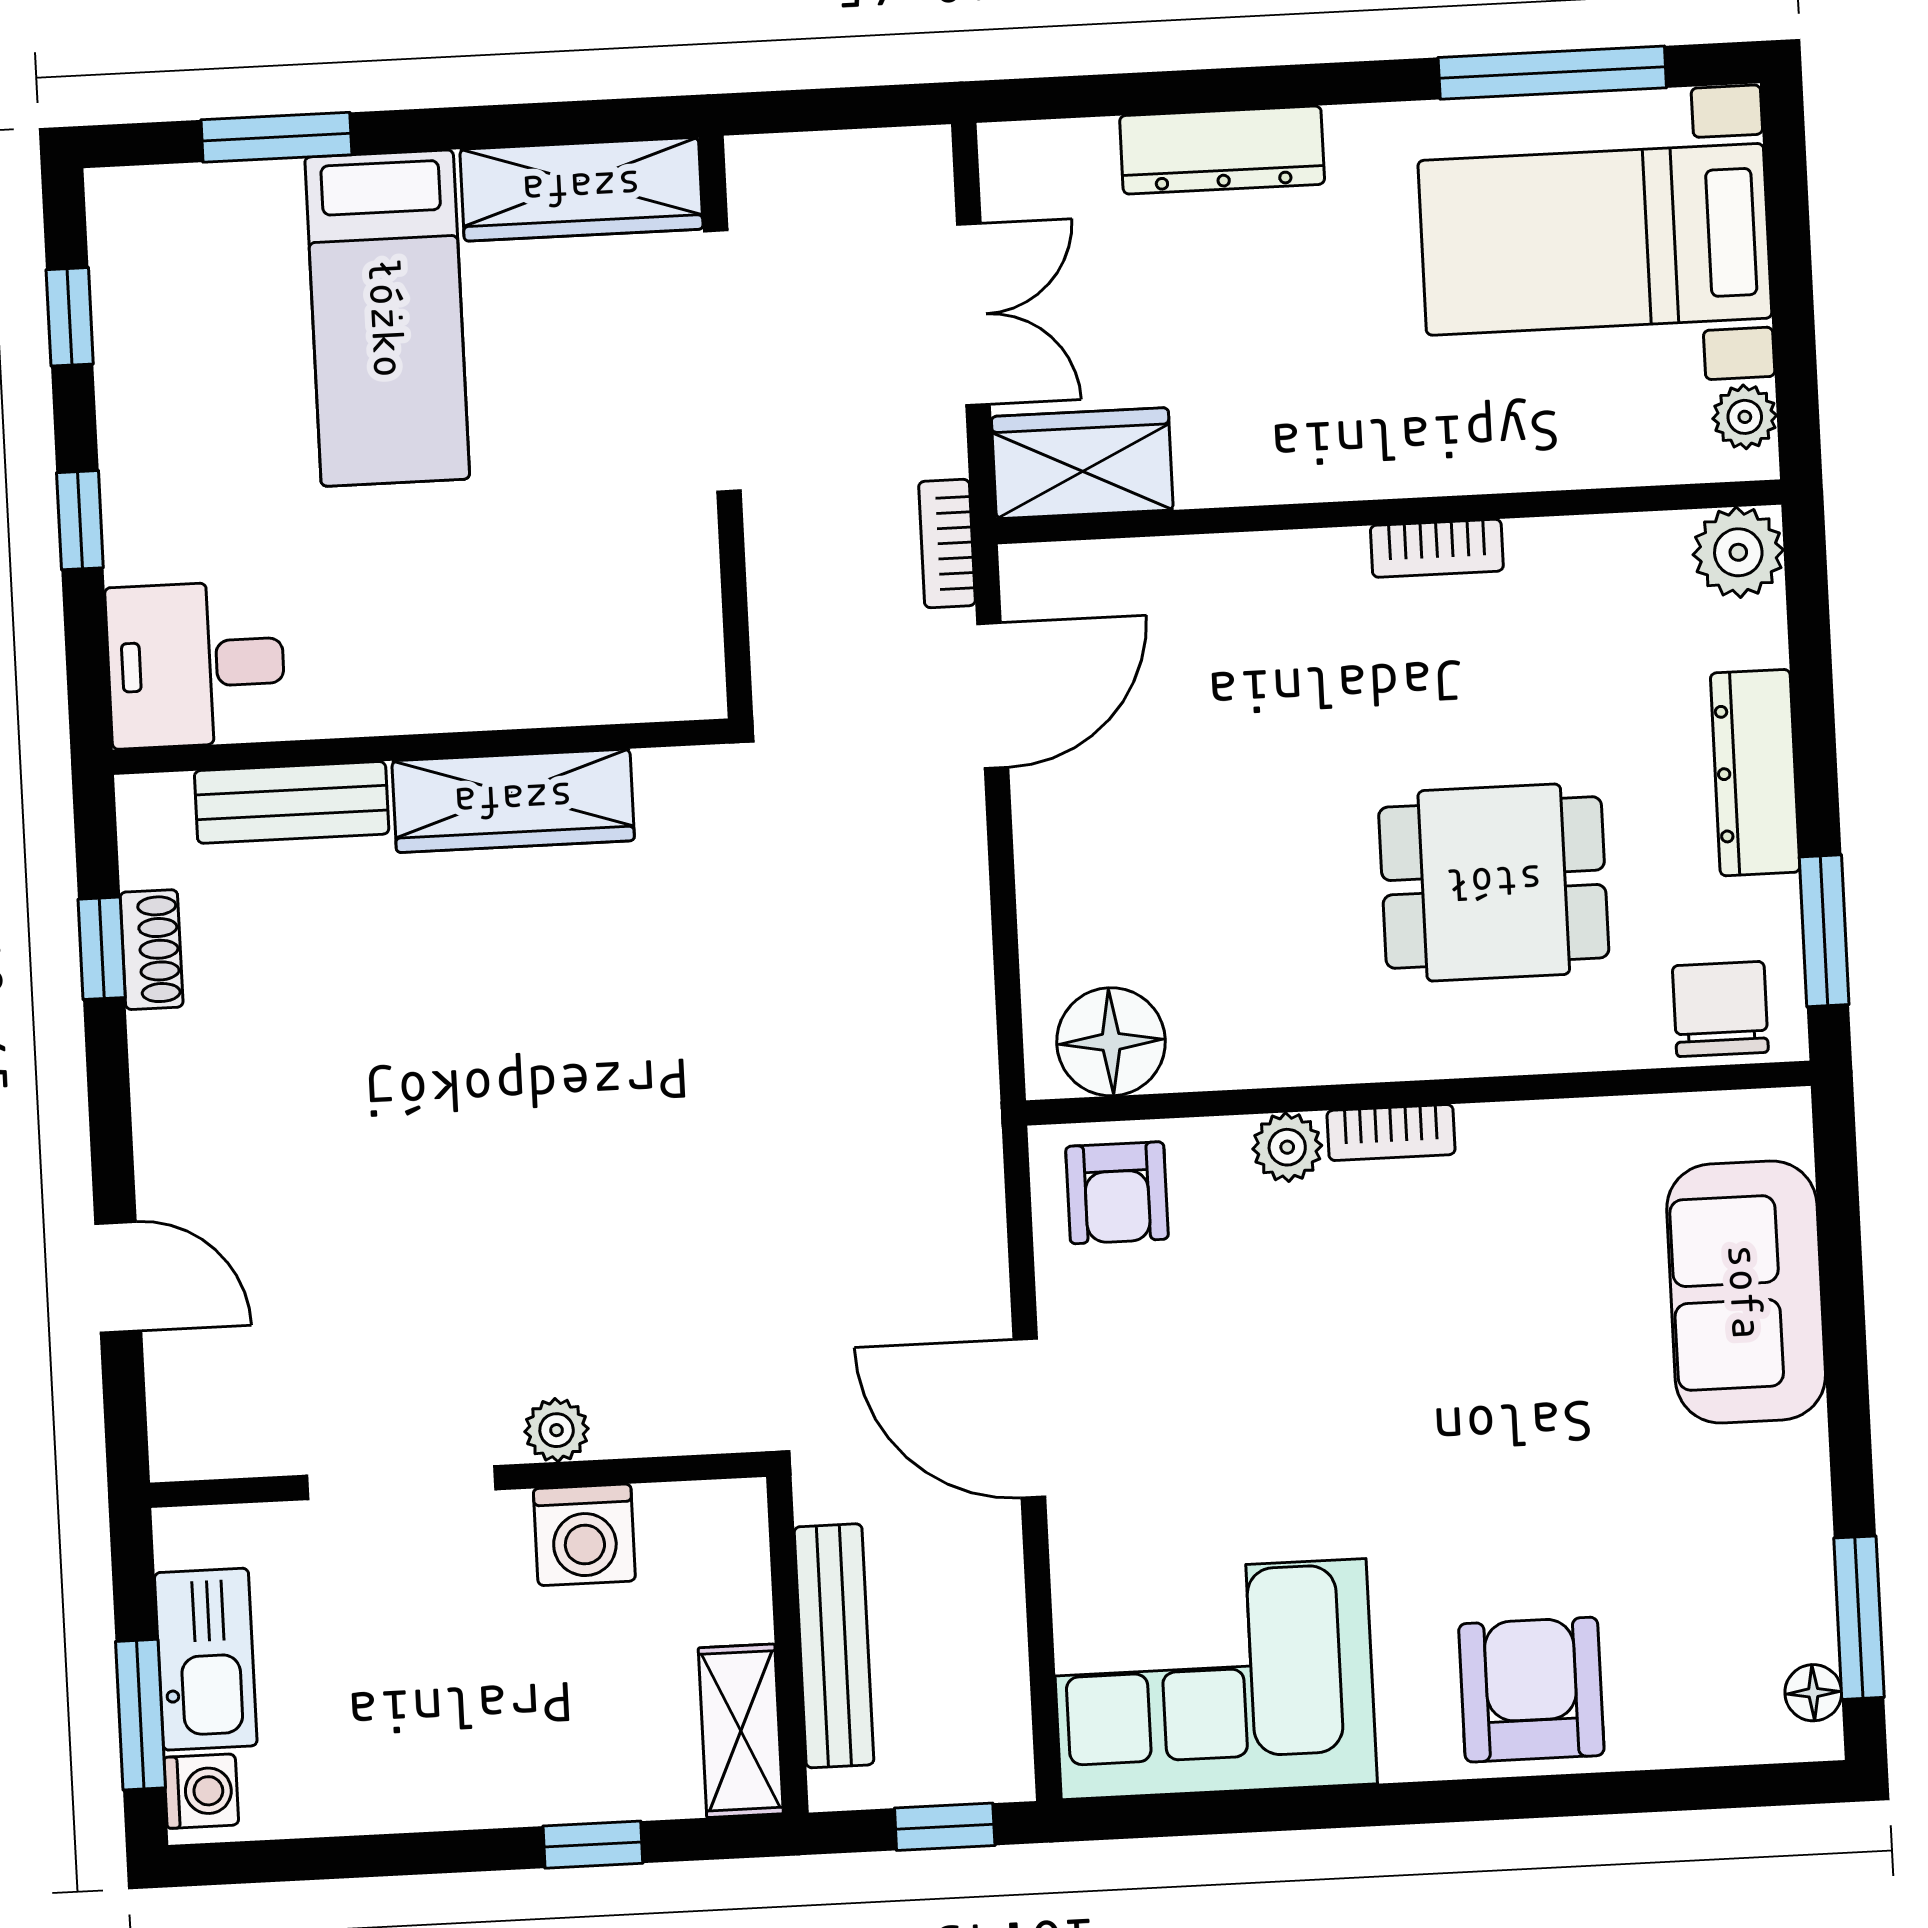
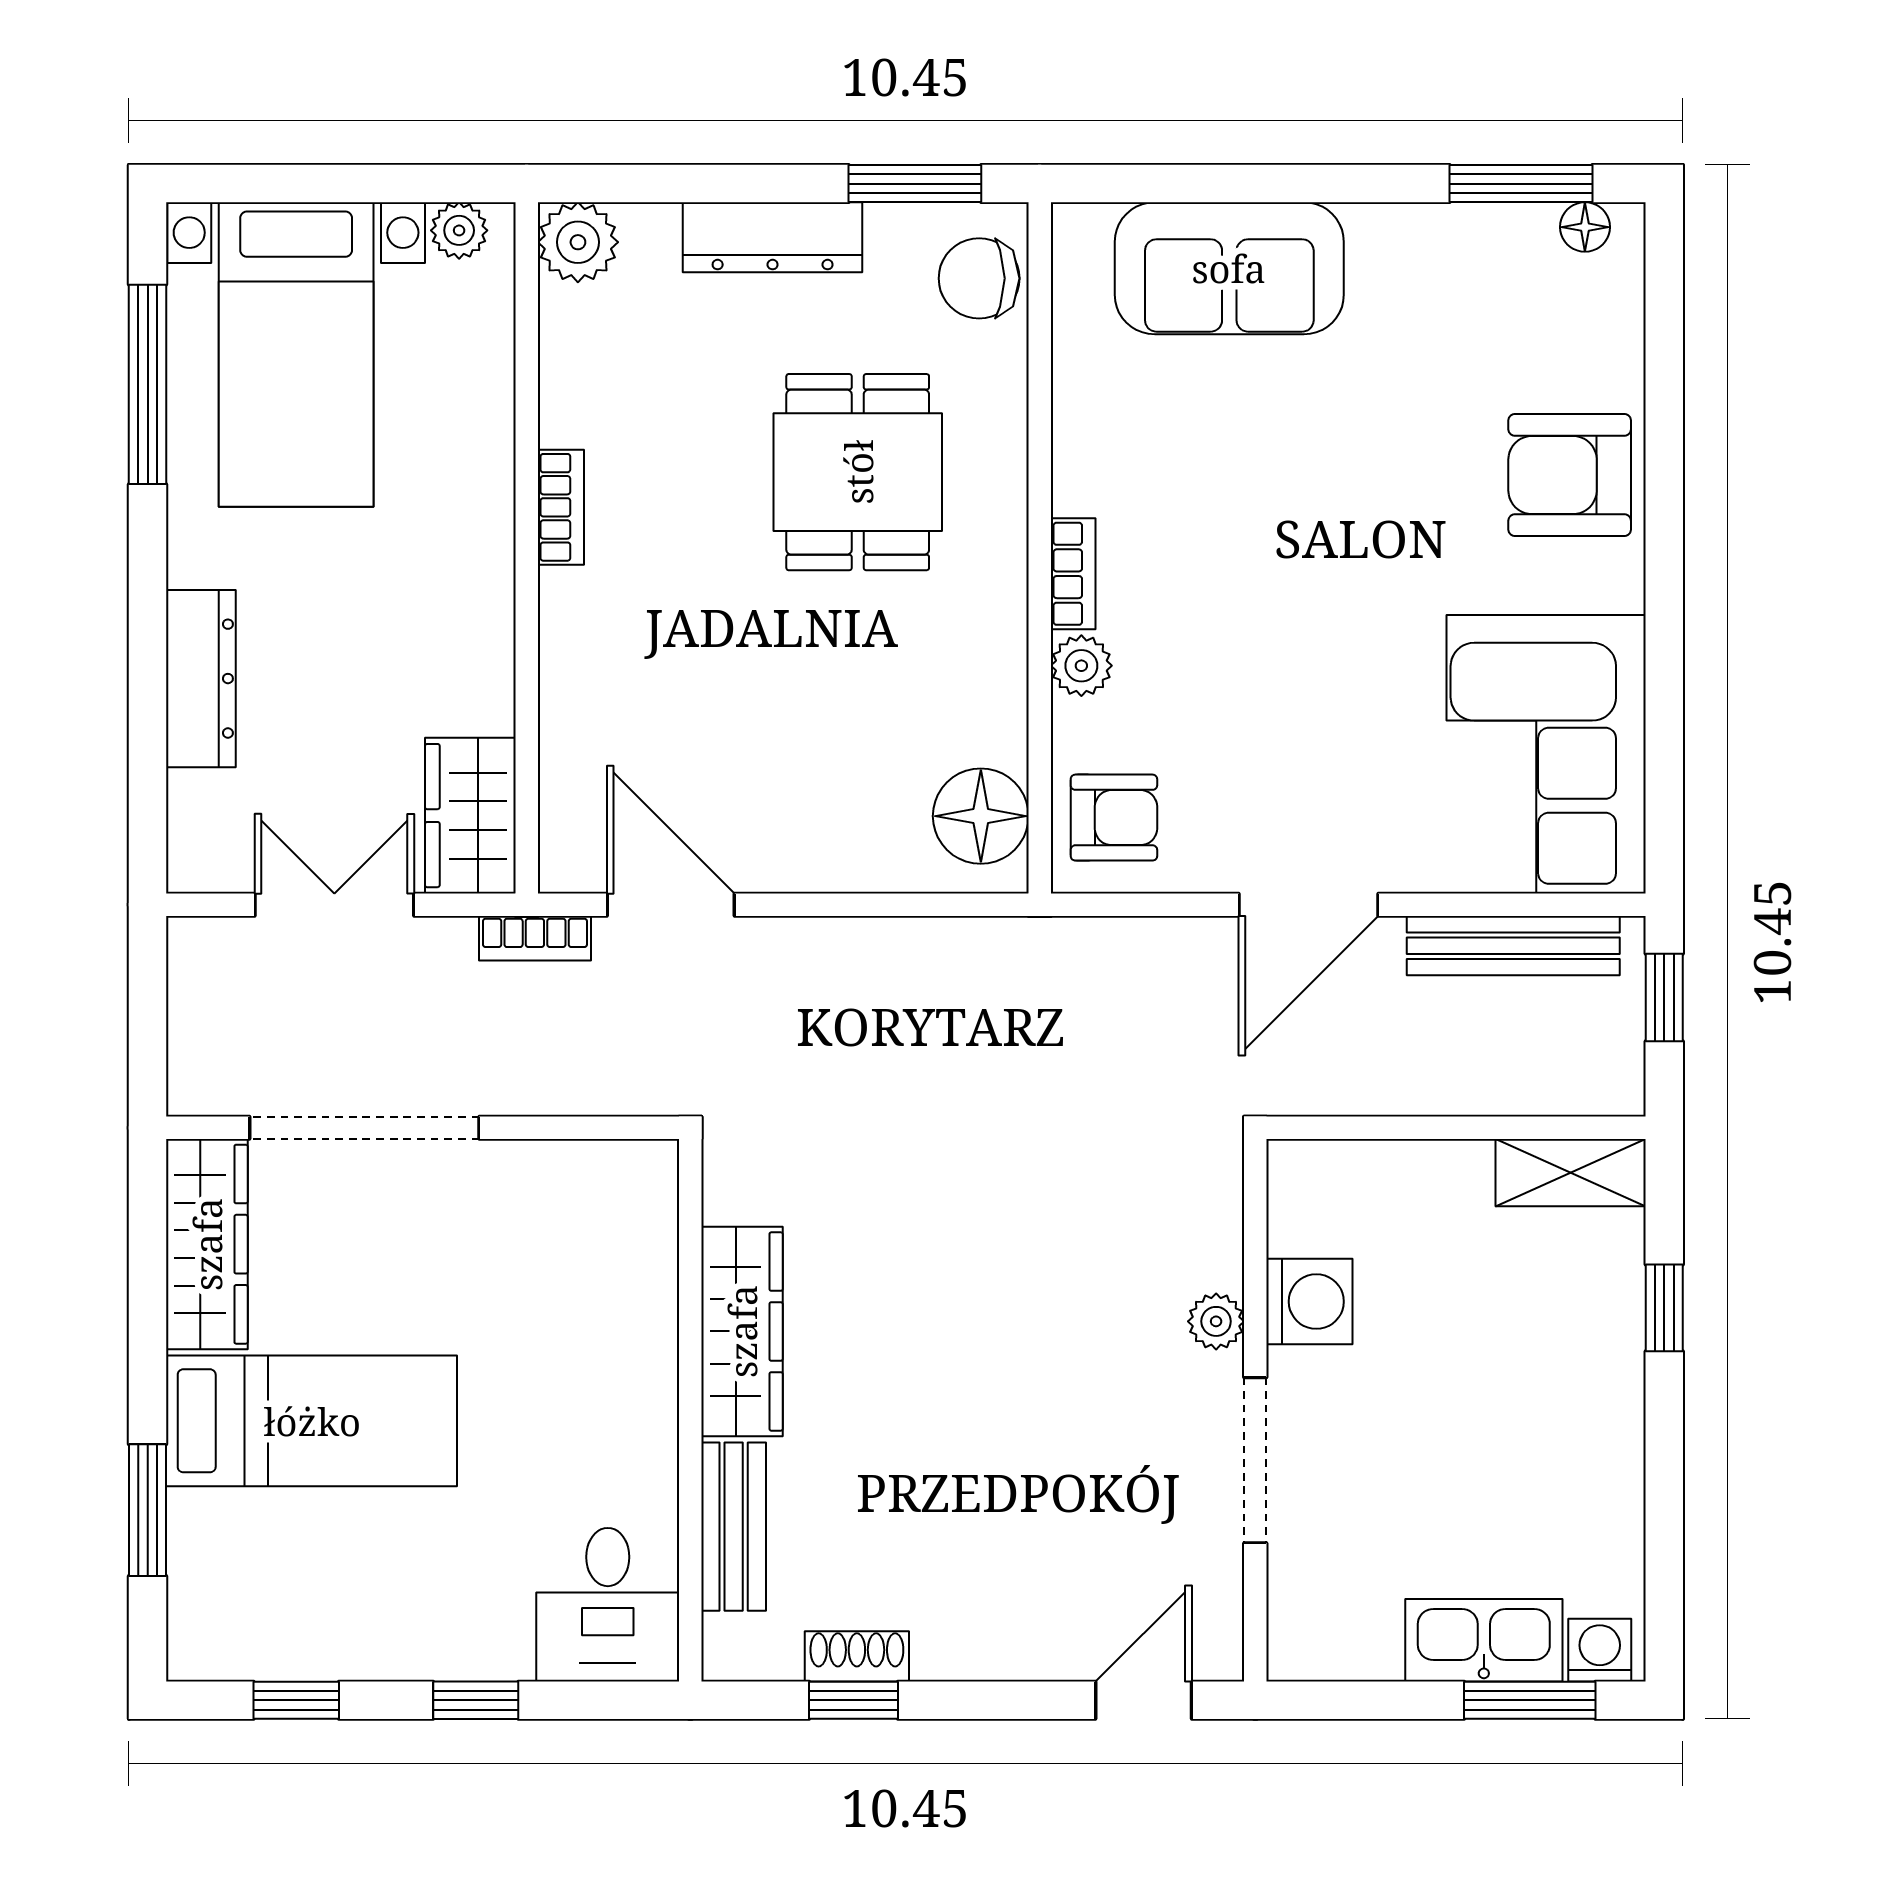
plant: (557, 1430) -> (1216, 1321), moved
wall: (458, 1480) -> (1255, 1410), moved
doorway: (401, 1483) -> (1255, 1460), moved
washing machine: (584, 1535) -> (1309, 1302), moved
bench: (834, 1646) -> (1513, 946), moved

